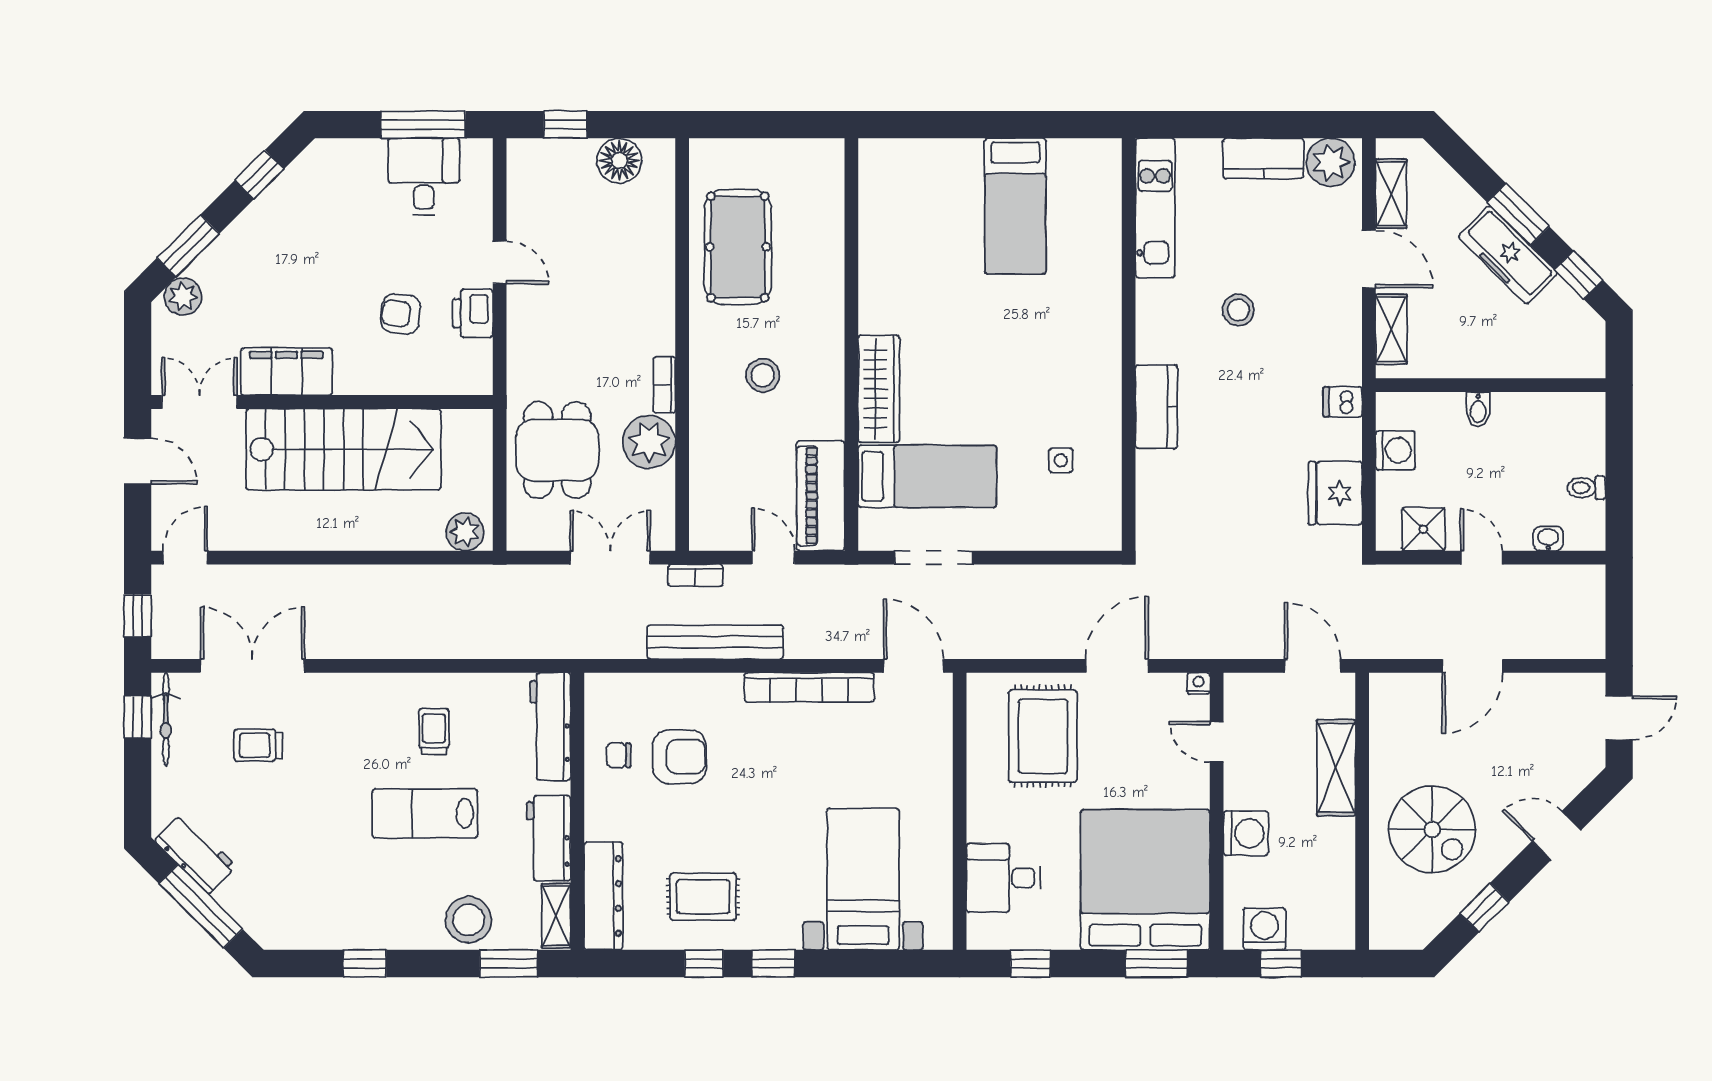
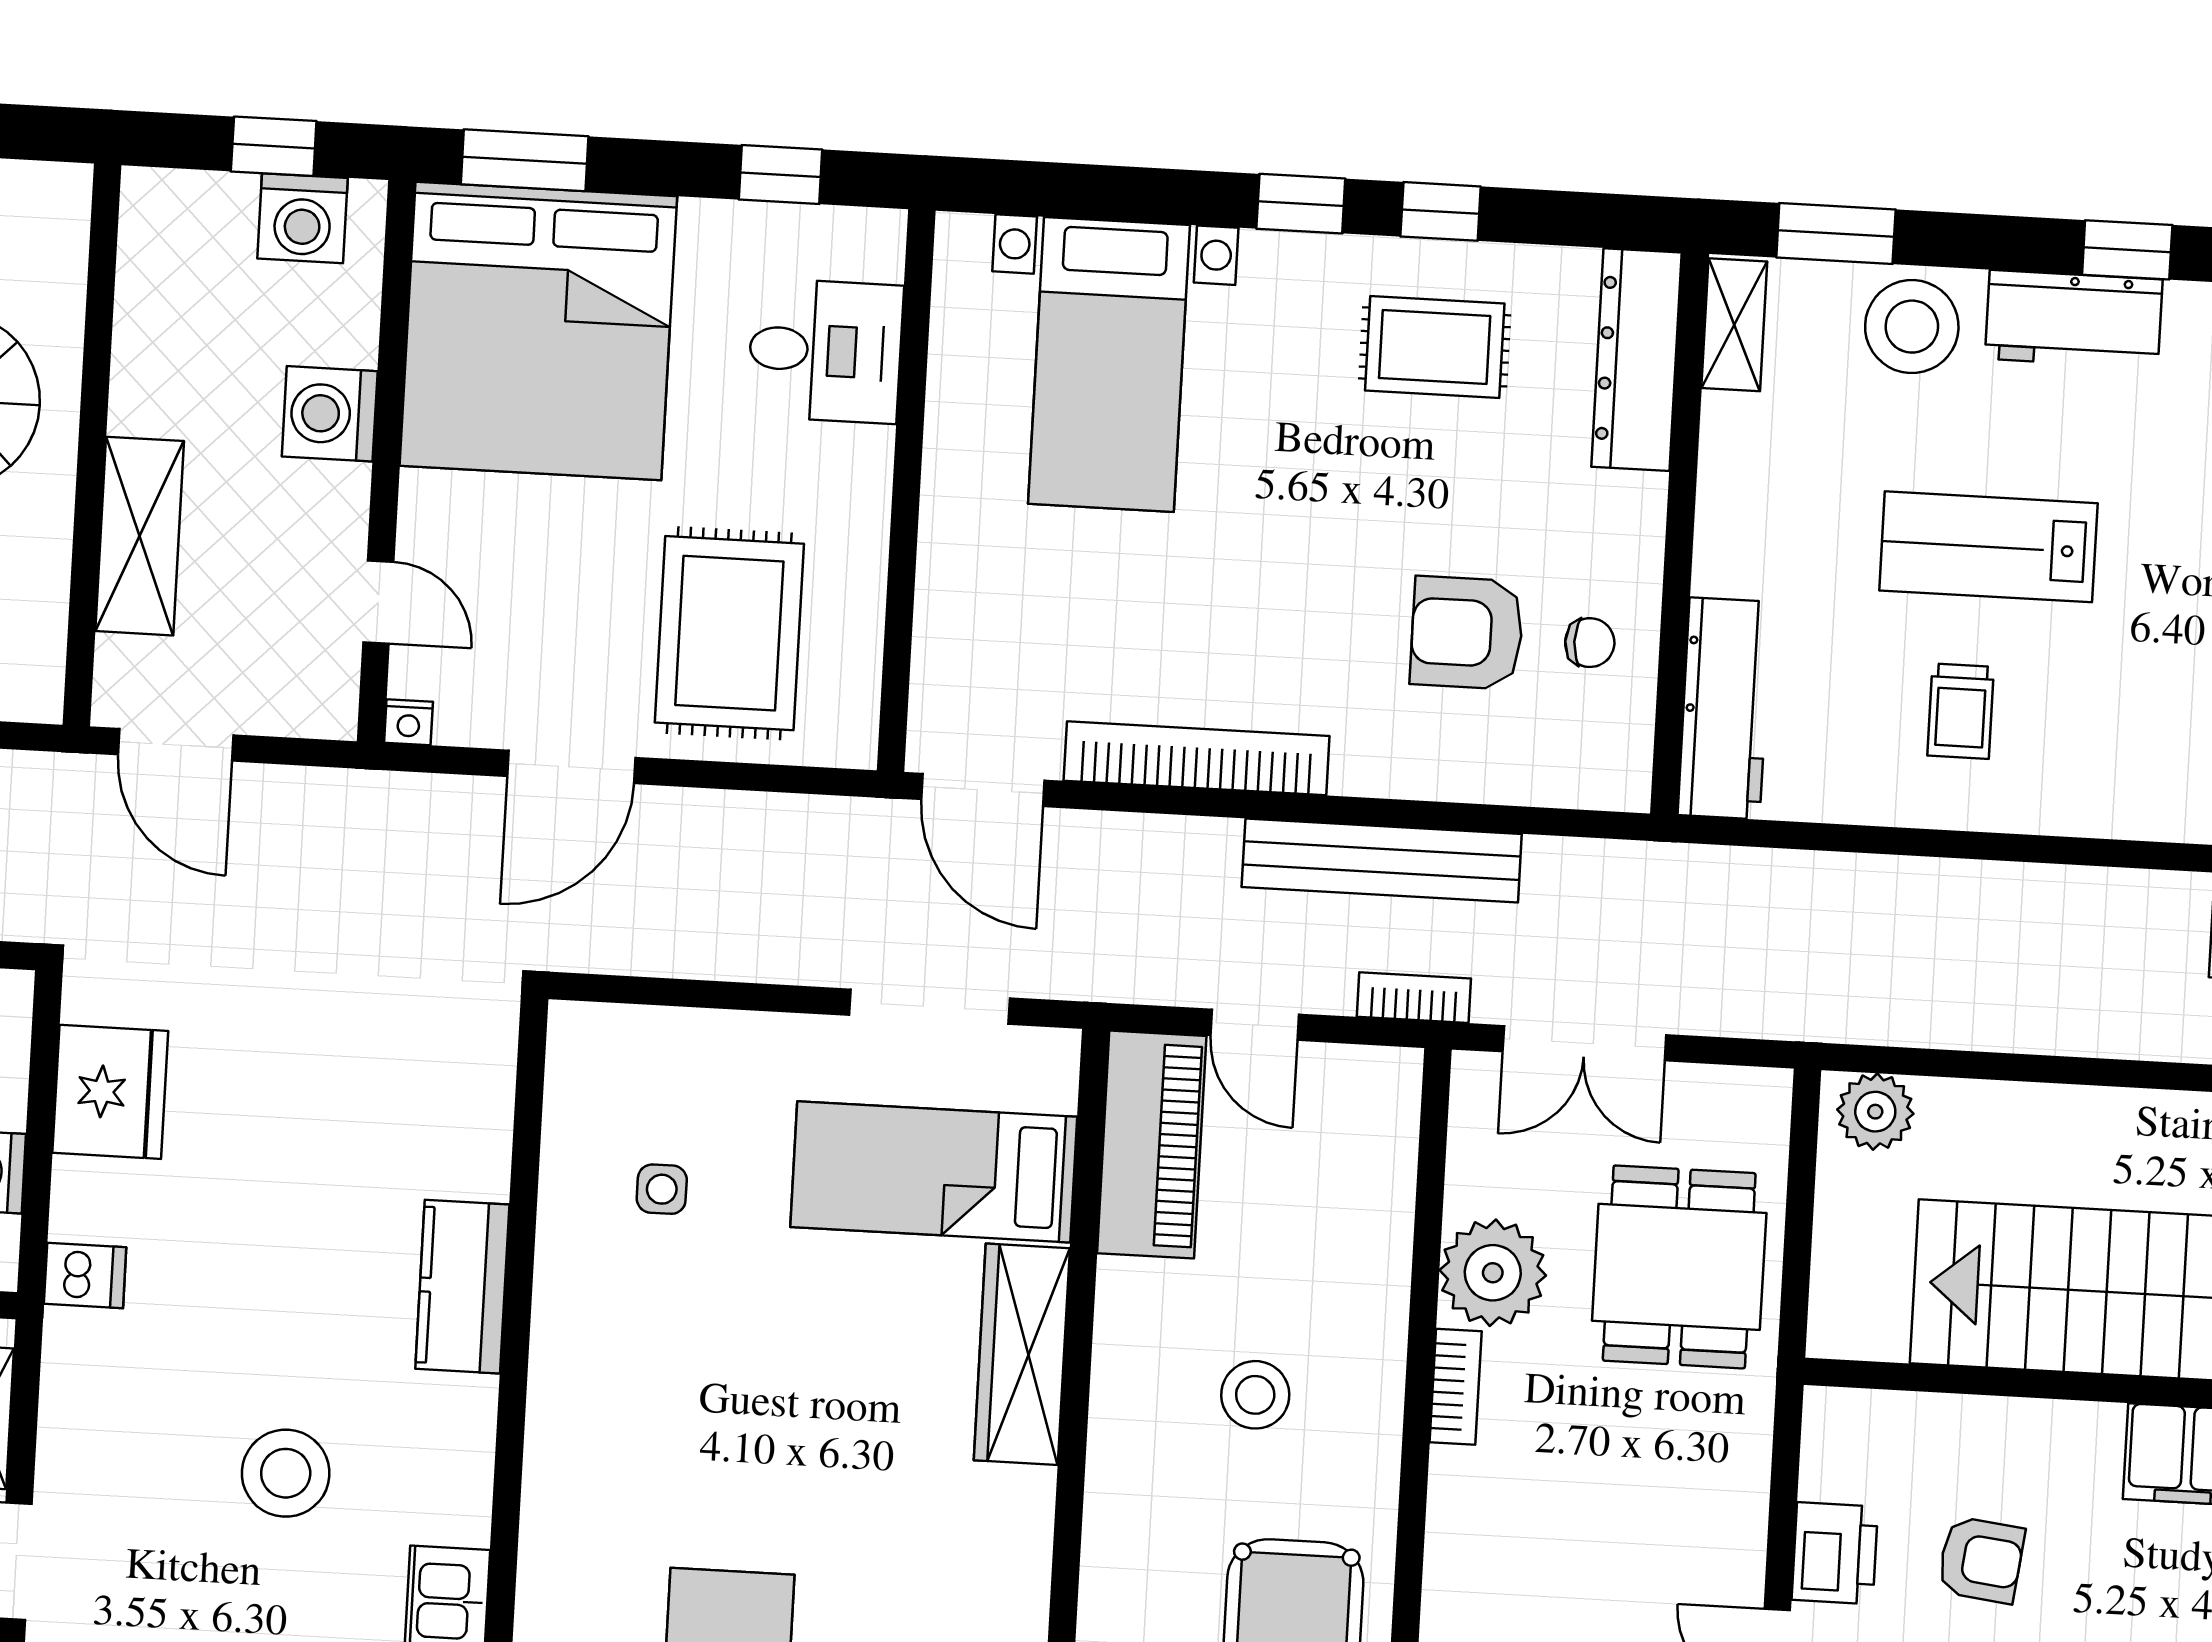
stool: (1238, 310) -> (286, 1473), width x1.38, depth x1.38
lab bench: (425, 813) -> (1988, 547), turned 180
workbench: (549, 838) -> (2074, 319), moved, turned 90

